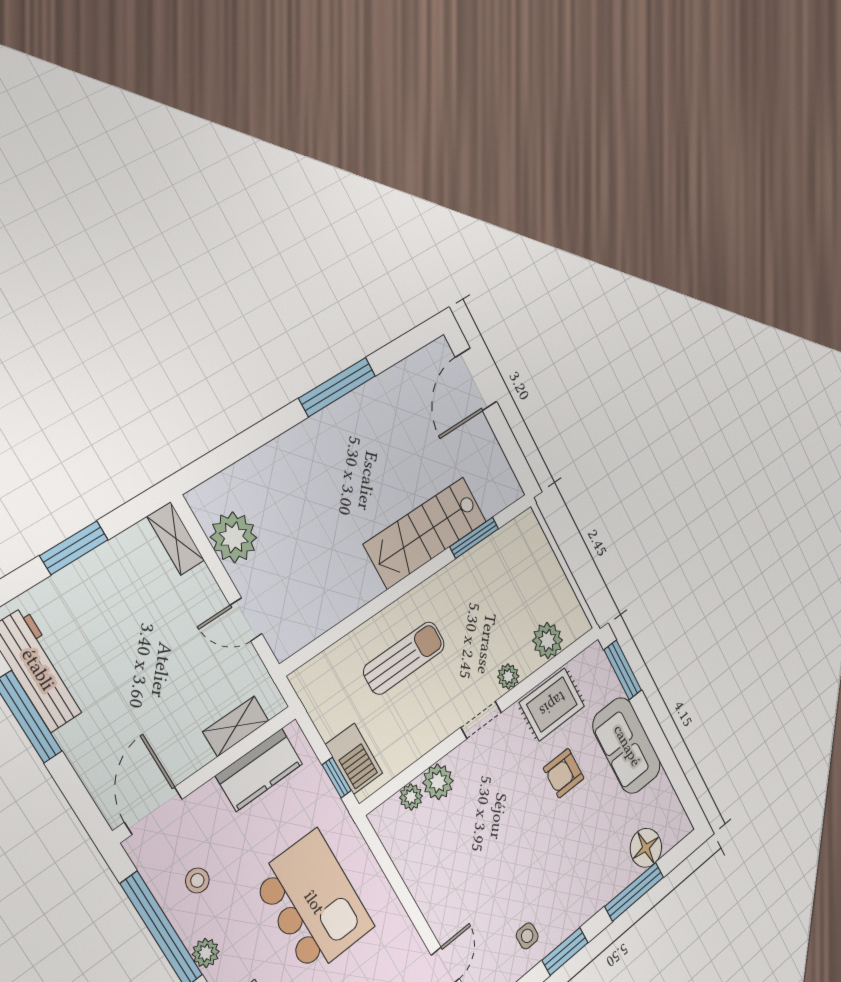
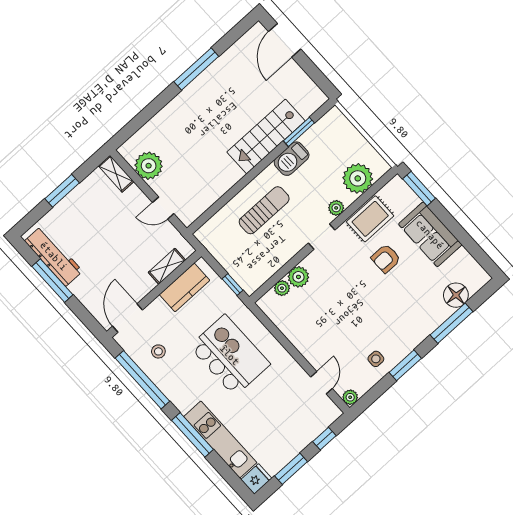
plant: (548, 641) -> (358, 178), width x1.36, depth x1.36
barbecue: (354, 759) -> (292, 159), moved, turned 90
plant: (206, 953) -> (170, 389), removed

